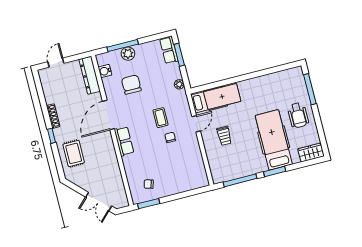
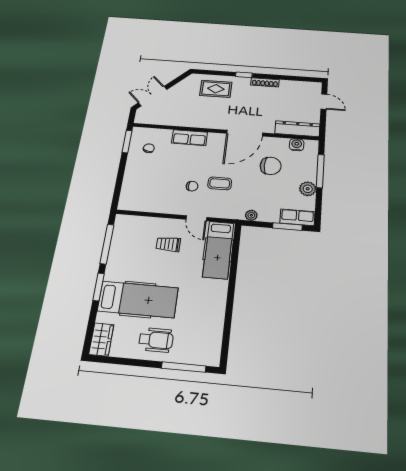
plant: (128, 54) -> (308, 189), moved
door: (108, 115) -> (245, 133), swing flipped
wheelchair: (298, 115) -> (156, 340), turned 180
row of seats: (124, 141) -> (189, 138), moved

